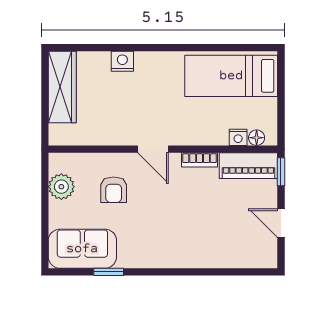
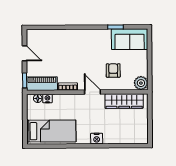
nightstand: (122, 61) -> (97, 139), moved
wardrobe: (62, 87) -> (124, 101), moved, turned -90
plant: (61, 187) -> (141, 83), moved

